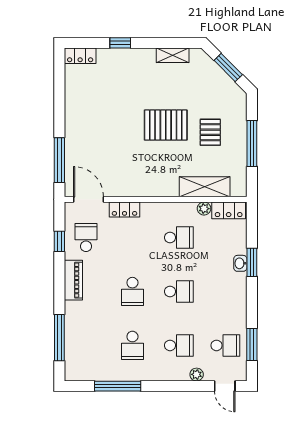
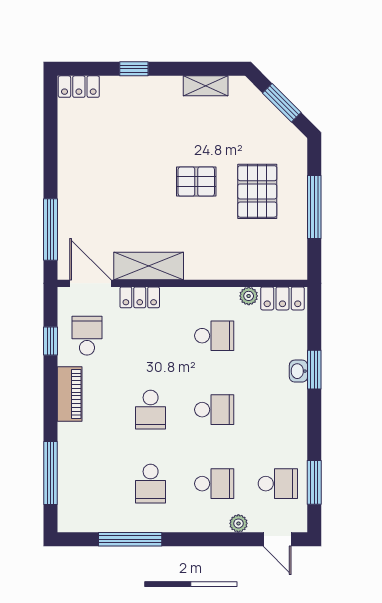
pallet: (166, 125) -> (196, 182), width x0.67, depth x0.71
pallet: (210, 132) -> (257, 191), width x1.50, depth x1.42
shelving: (205, 187) -> (149, 266), moved

